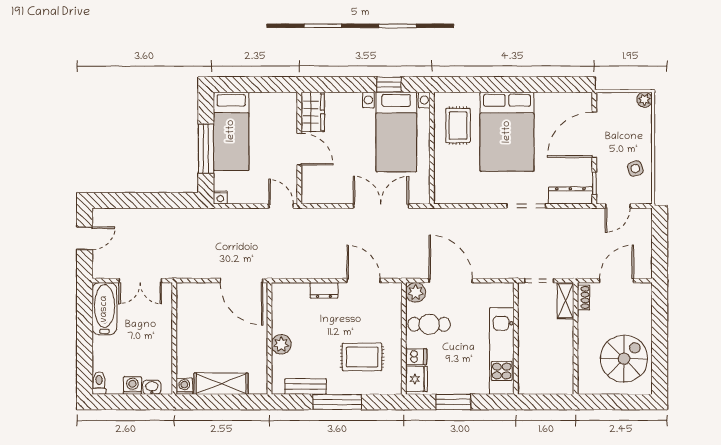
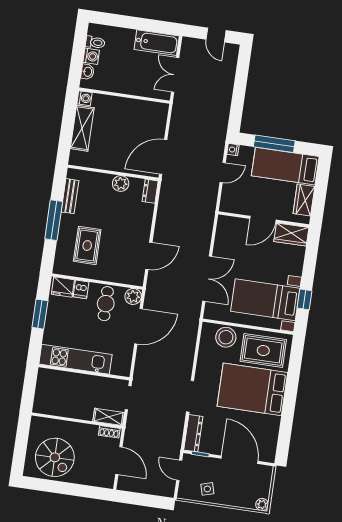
wardrobe: (269, 103) -> (304, 200), added
rug: (458, 125) -> (263, 350), width x1.36, depth x1.43
stool: (449, 173) -> (226, 337), added
door: (281, 206) -> (223, 173), moved
dresser: (324, 290) -> (150, 191), moved
plant: (281, 344) -> (121, 184), moved
toilet: (99, 383) -> (95, 42), moved

